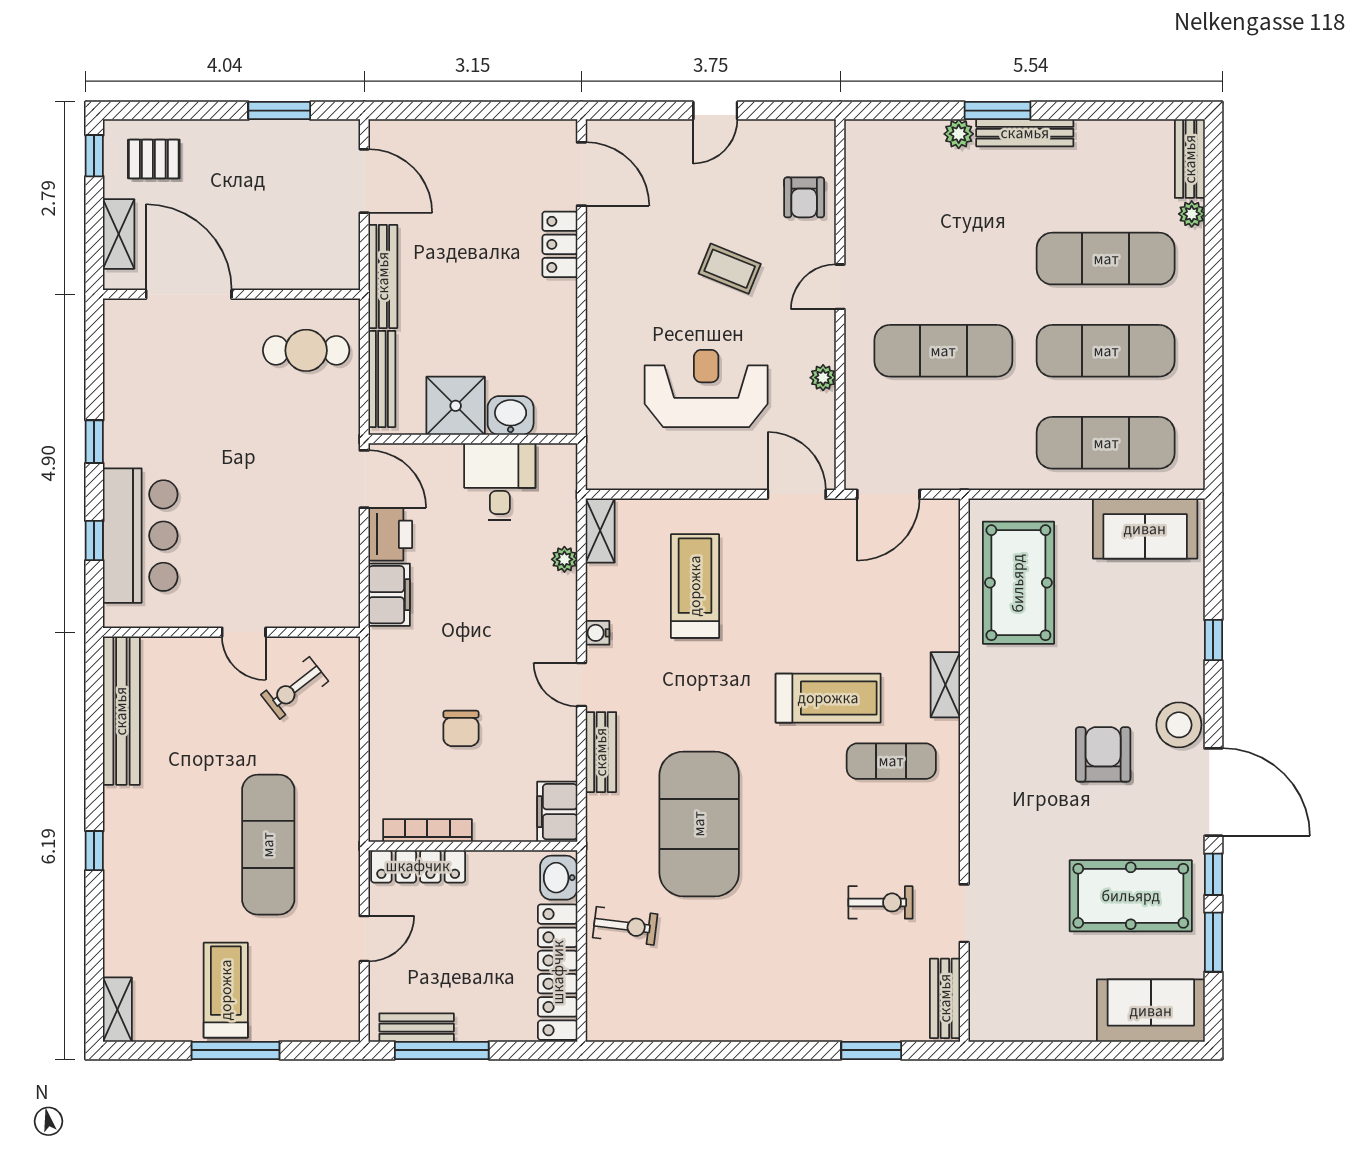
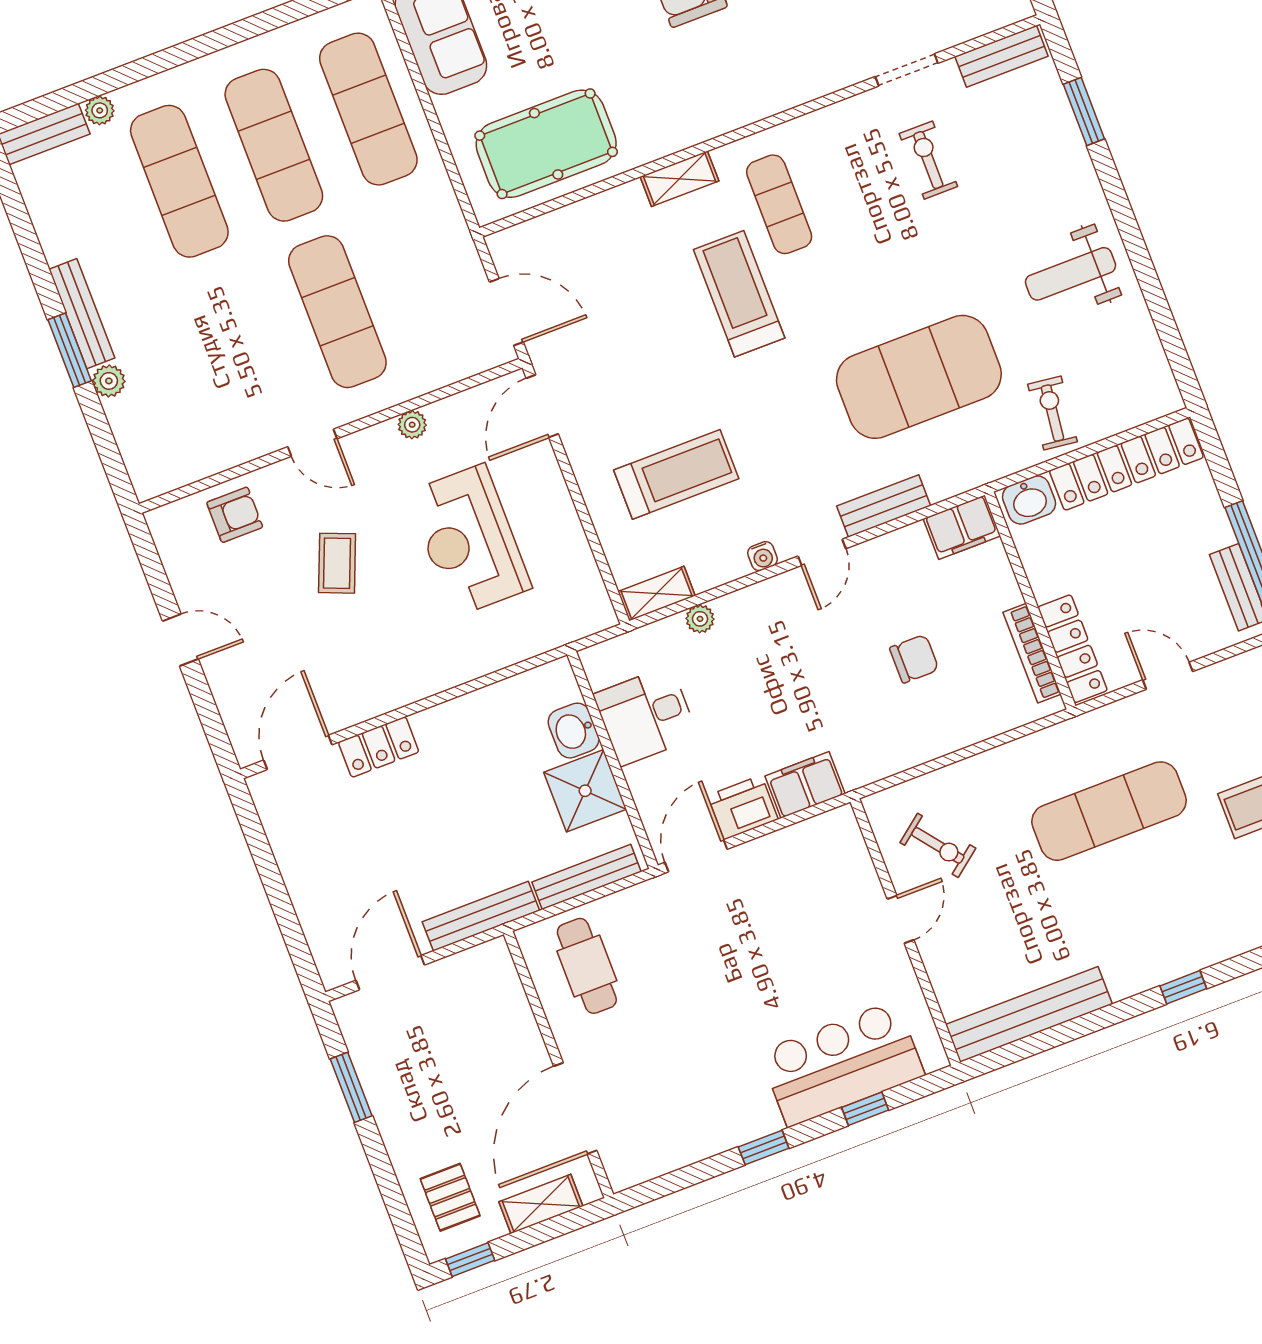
treadmill: (695, 586) -> (676, 474), turned 180
weight bench: (738, 986) -> (1071, 274), added

